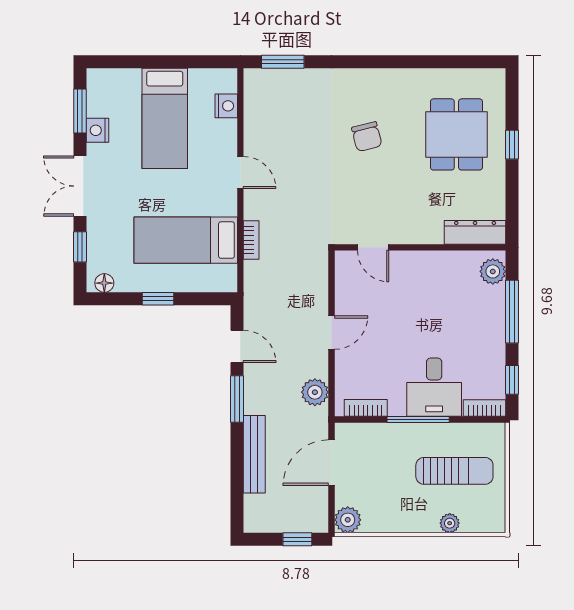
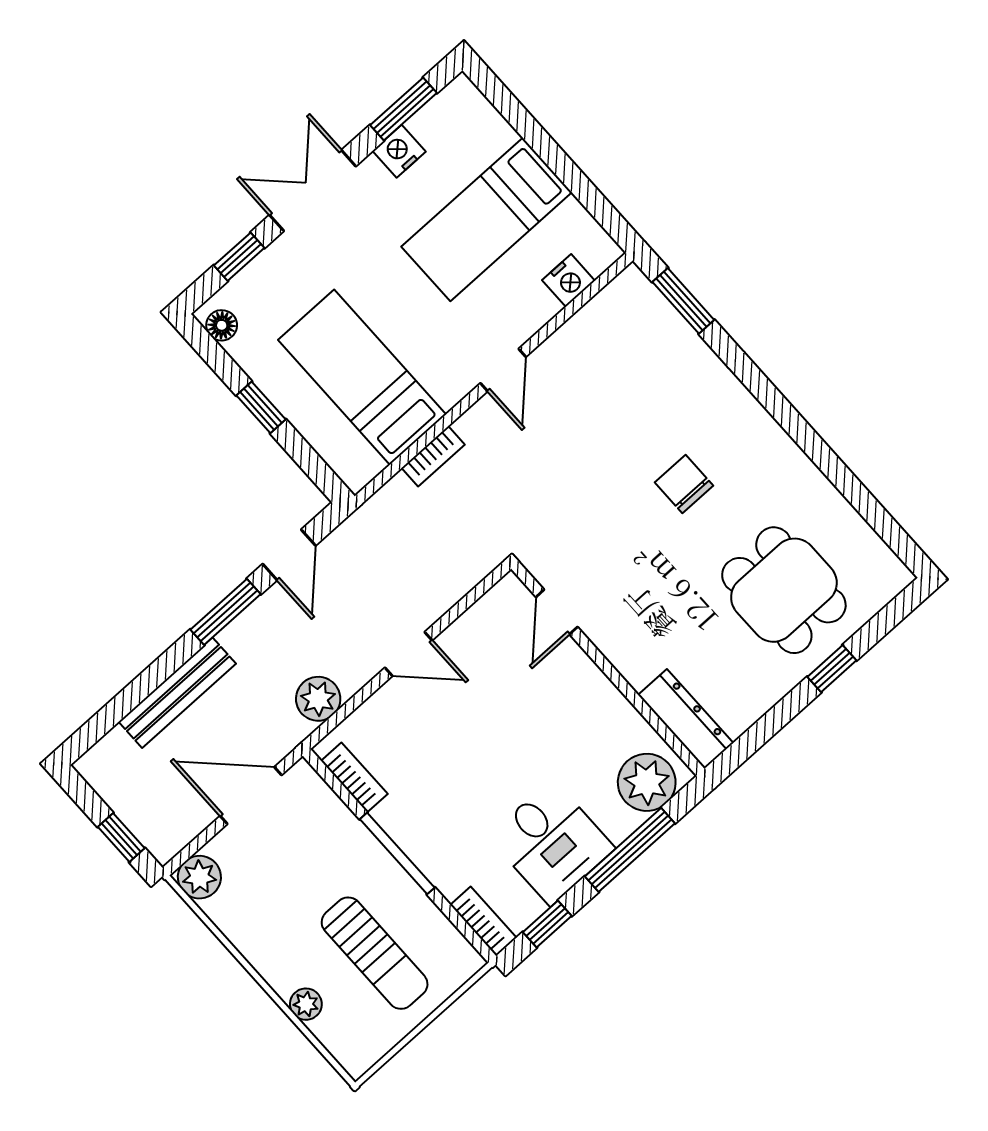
dining table: (456, 134) -> (784, 590), turned 90
chair: (367, 137) -> (684, 484), turned 104
plant: (493, 271) -> (647, 782), width x1.36, depth x1.36
desk: (434, 387) -> (551, 842), moved, turned -90

